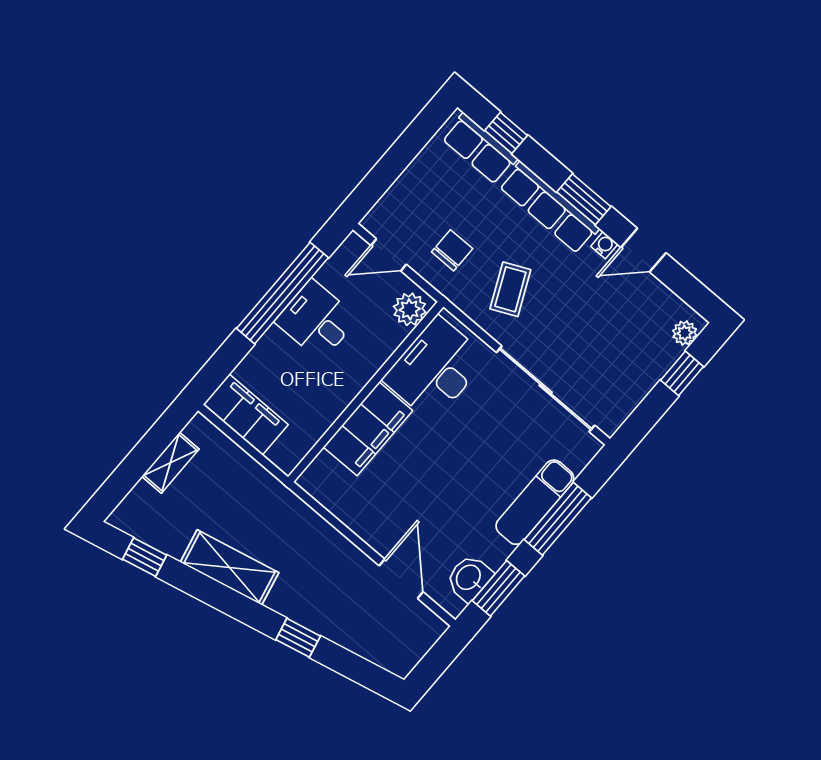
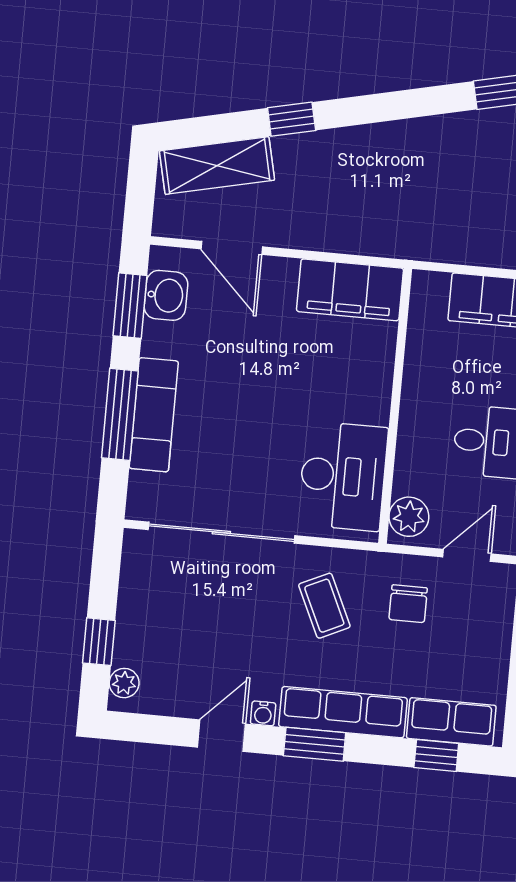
filing cabinet: (368, 429) -> (350, 290), moved, turned -90
shelving: (229, 567) -> (217, 166), moved

